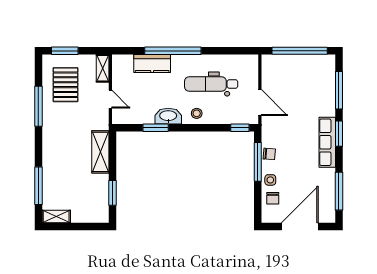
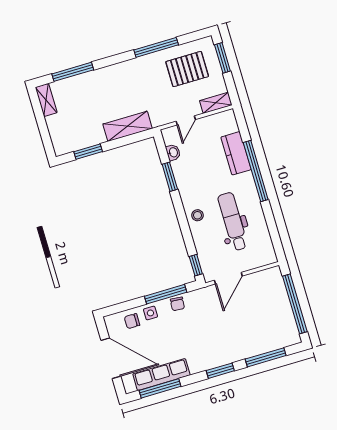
washbasin: (168, 116) -> (173, 152), moved, width x0.52, depth x0.69
row of seats: (327, 142) -> (161, 375), moved

